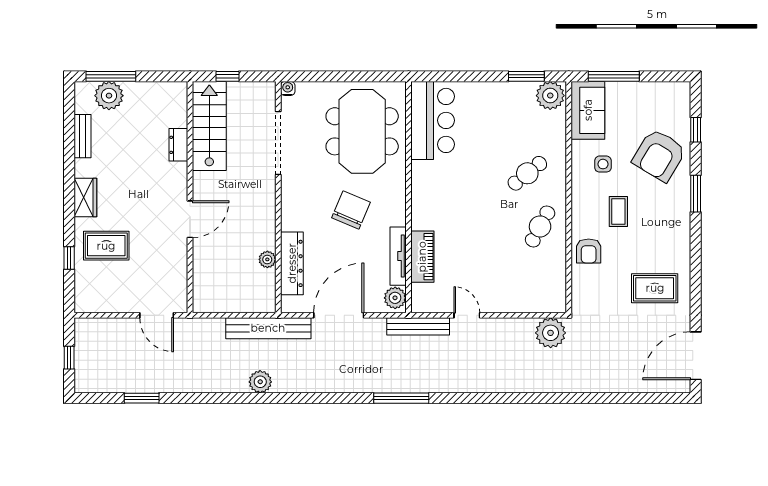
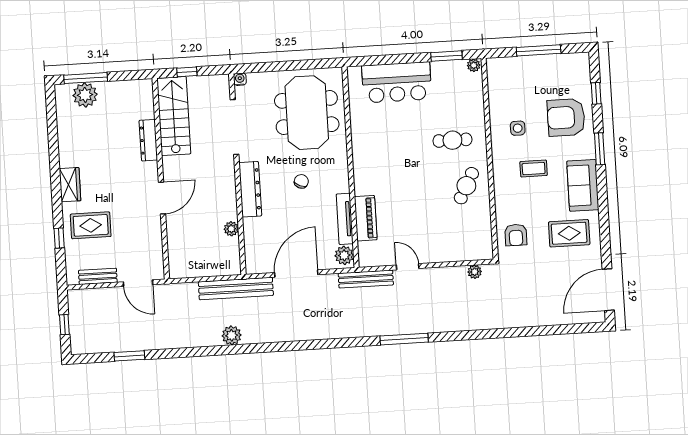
window: (614, 76) -> (539, 50), moved
plant: (550, 96) -> (474, 65), width x0.53, depth x0.53
sofa: (588, 110) -> (583, 185), moved, turned 180
bar counter: (433, 120) -> (397, 82), moved, turned 90
bench: (83, 136) -> (98, 276), moved, turned 90
dresser: (178, 145) -> (148, 140), width x1.44
armchair: (659, 155) -> (566, 117), turned 59
cafe table: (527, 173) -> (452, 140), turned 39
chair: (351, 210) -> (301, 181), width x0.54, depth x0.54
coffee table: (618, 212) -> (534, 169), turned 90
armchair: (589, 251) -> (516, 235), moved
dresser: (292, 263) -> (250, 189), moved
plant: (551, 333) -> (475, 272), width x0.53, depth x0.53
window: (401, 398) -> (404, 339), moved

